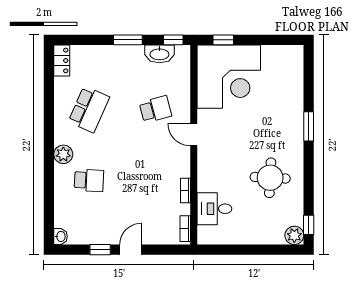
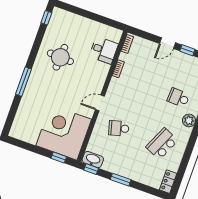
washbasin: (159, 54) -> (93, 159), moved
window: (309, 126) -> (23, 82), width x1.44
door: (194, 135) -> (100, 103), swing flipped
plant: (294, 235) -> (58, 14), removed

